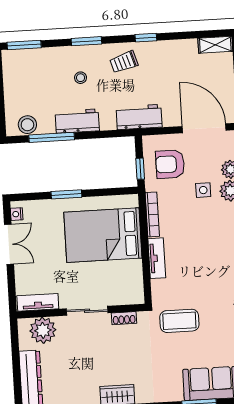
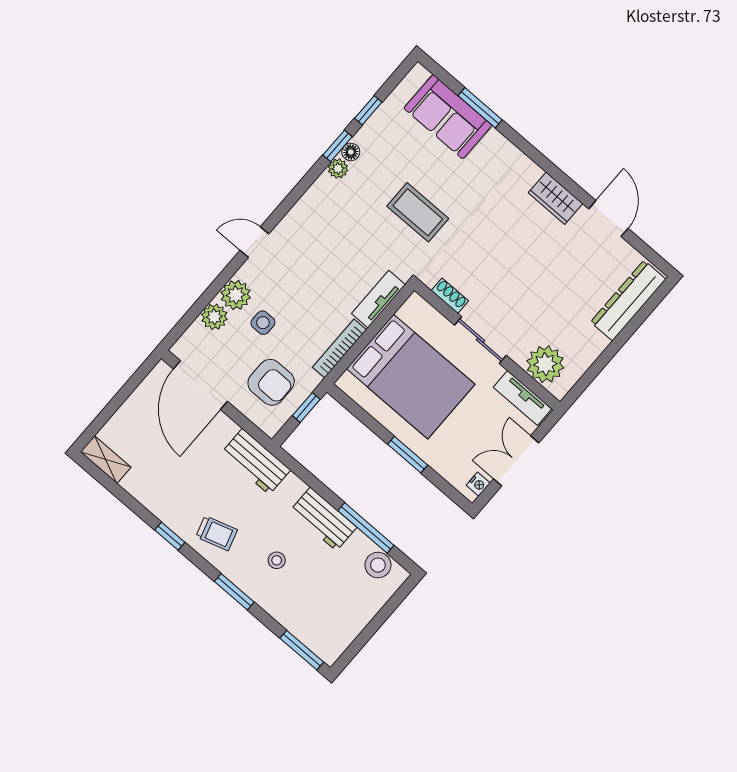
tv unit: (38, 302) -> (522, 398), moved
wall: (81, 311) -> (487, 346), moved
sliding door: (87, 311) -> (481, 340), moved
shoe rack: (124, 318) -> (450, 296), moved
plant: (43, 330) -> (545, 364), moved

